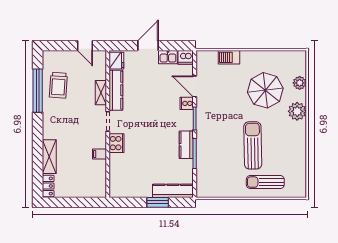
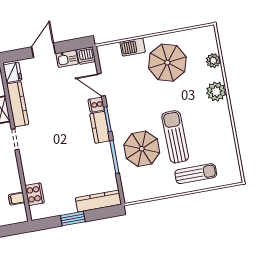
parasol: (265, 90) -> (167, 63), moved
cooker: (116, 143) -> (35, 194), moved
kitchen counter: (186, 145) -> (100, 127), moved
parasol: (221, 151) -> (142, 149), added
filing cabinet: (99, 154) -> (17, 199), moved
sun lounger: (265, 182) -> (196, 174), turned 180
window: (158, 202) -> (73, 219), moved

